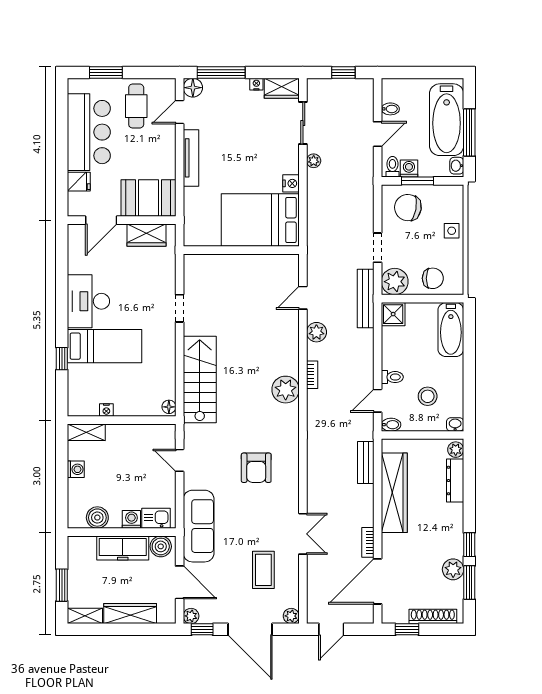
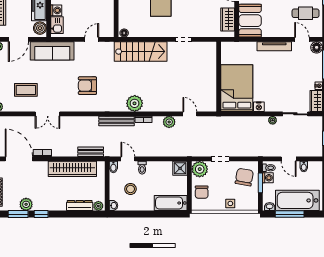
bench: (366, 298) -> (117, 121), moved

